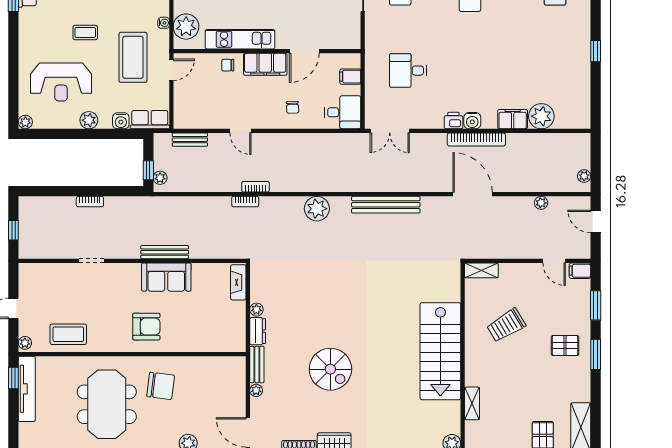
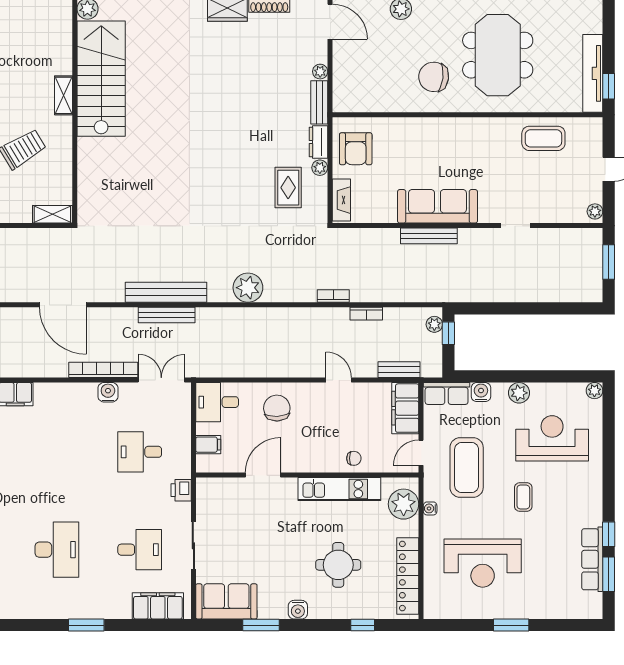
coffee table: (85, 33) -> (523, 497), turned 90
filing cabinet: (265, 64) -> (405, 408), moved, turned -90
desk: (408, 71) -> (140, 452), turned 180
chair: (293, 107) -> (277, 408), width x1.87, depth x1.87
printer: (453, 121) -> (181, 490), moved, turned 90
water cooler: (472, 121) -> (108, 392), moved
bookcase: (476, 139) -> (103, 370), moved
bench: (385, 186) -> (167, 315), added
bookcase: (255, 187) -> (366, 314), moved
bookcase: (90, 202) -> (518, 296), removed
window: (13, 230) -> (609, 262), width x1.50
sofa: (166, 277) -> (437, 206), width x1.36
rug: (283, 293) -> (288, 188), added
armchair: (146, 327) -> (356, 149), moved, turned -90
plant: (25, 343) -> (595, 211), moved
stairs: (440, 351) -> (101, 79), moved
spiral stairs: (330, 369) -> (232, 97), removed
shelving: (472, 403) -> (63, 95), moved

